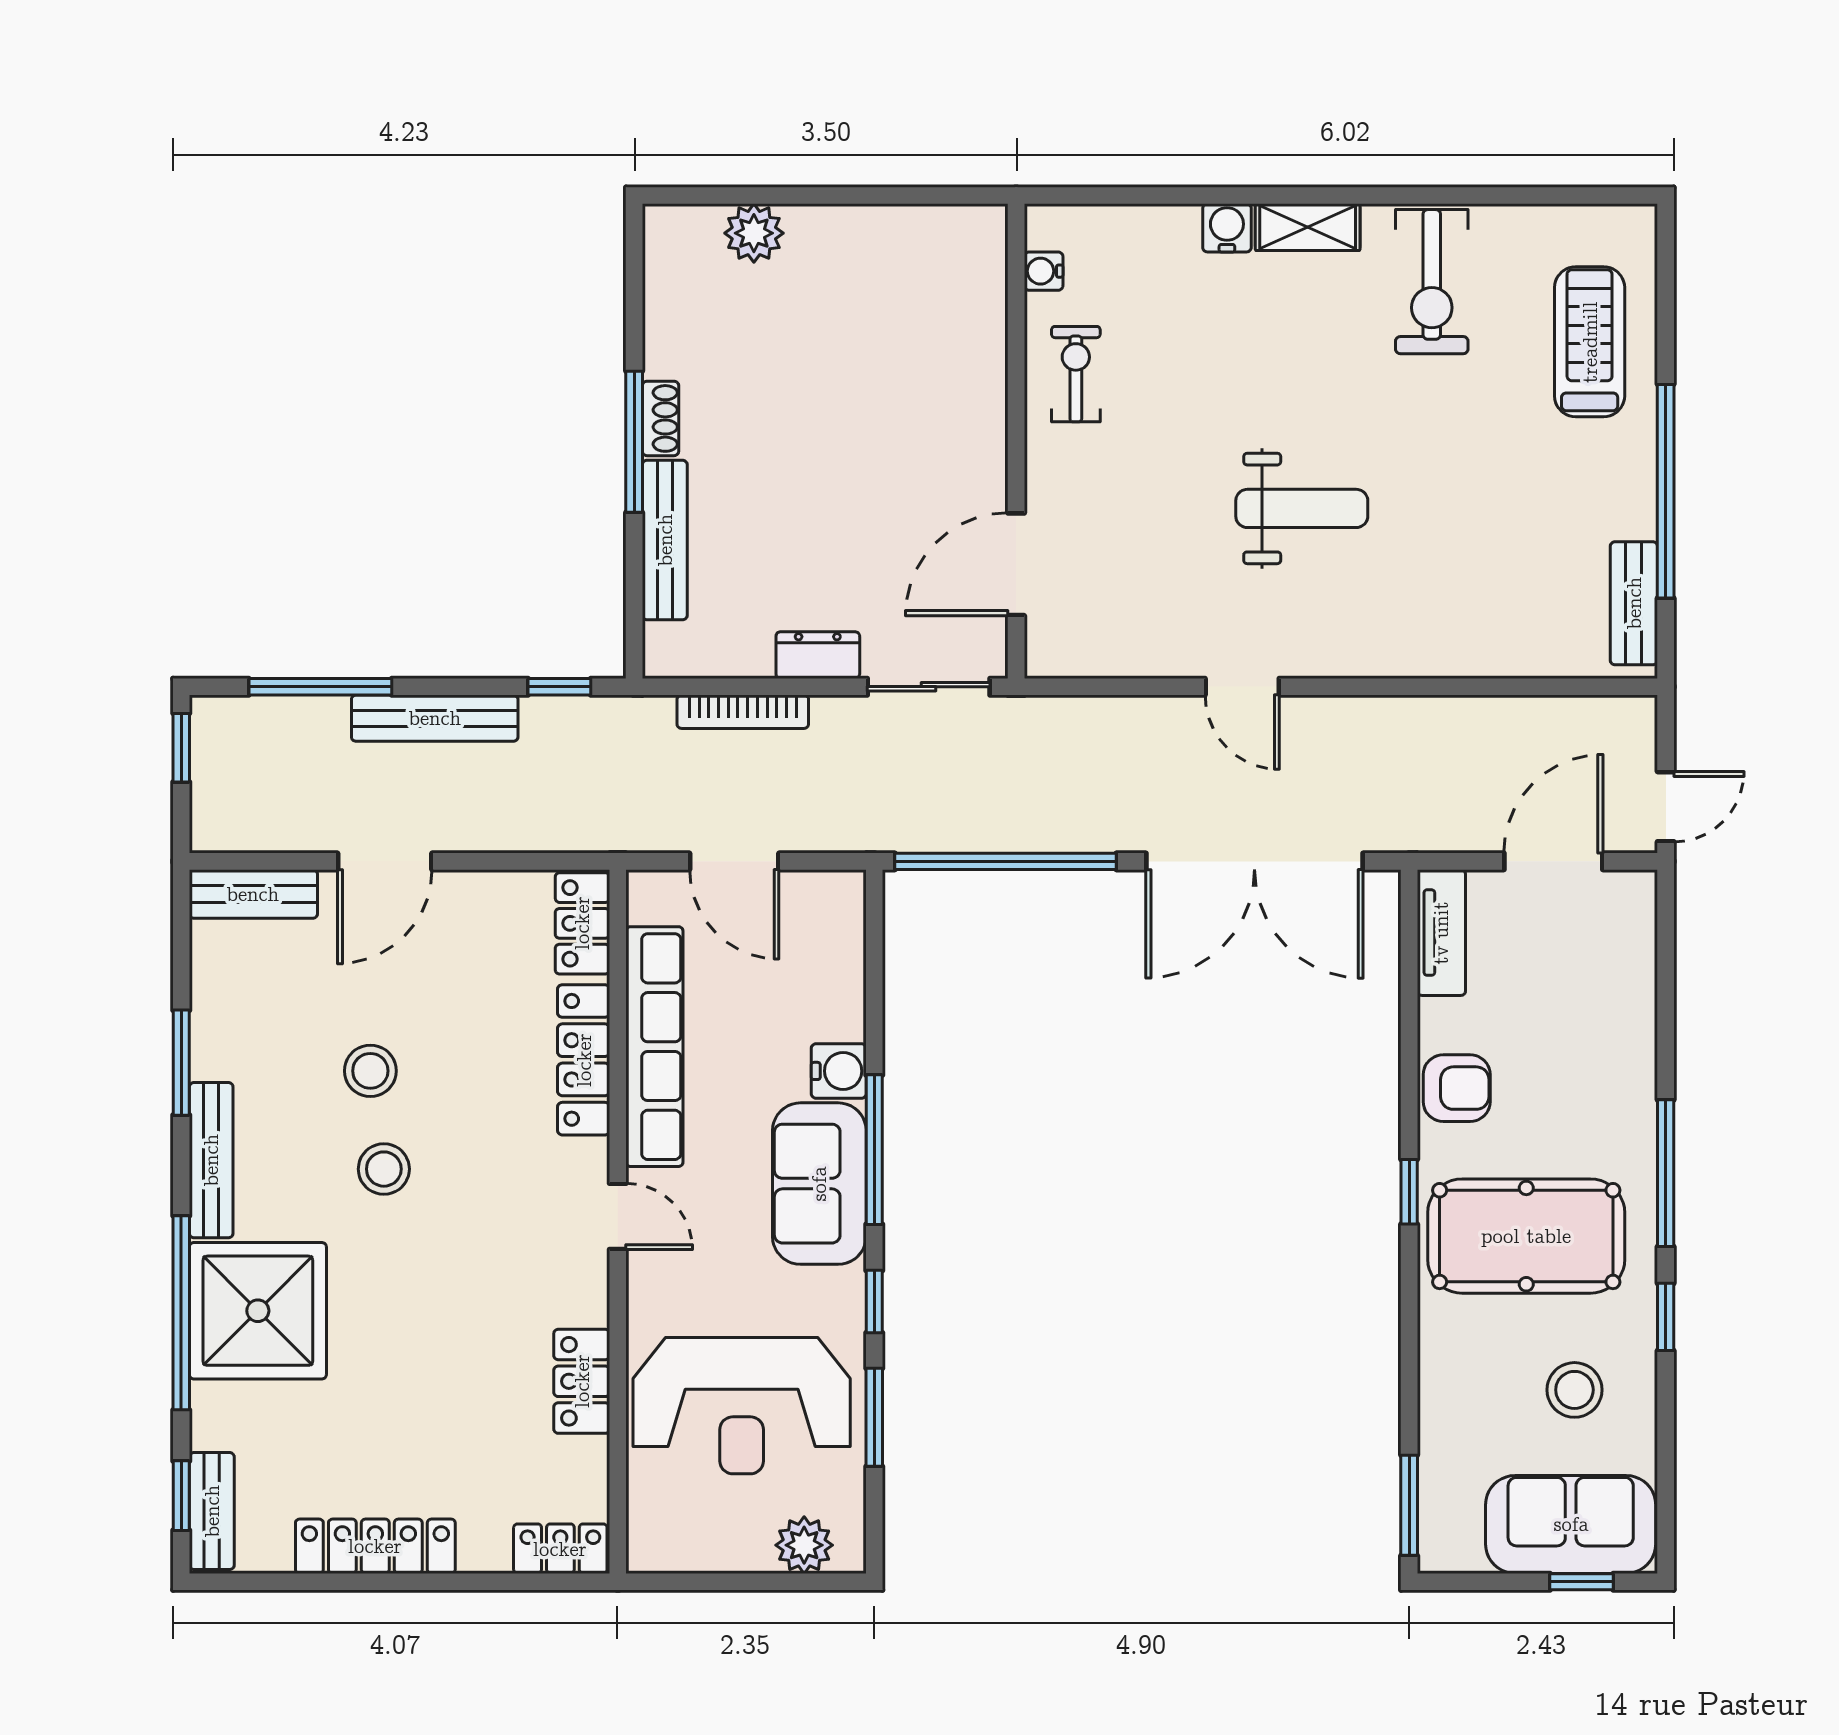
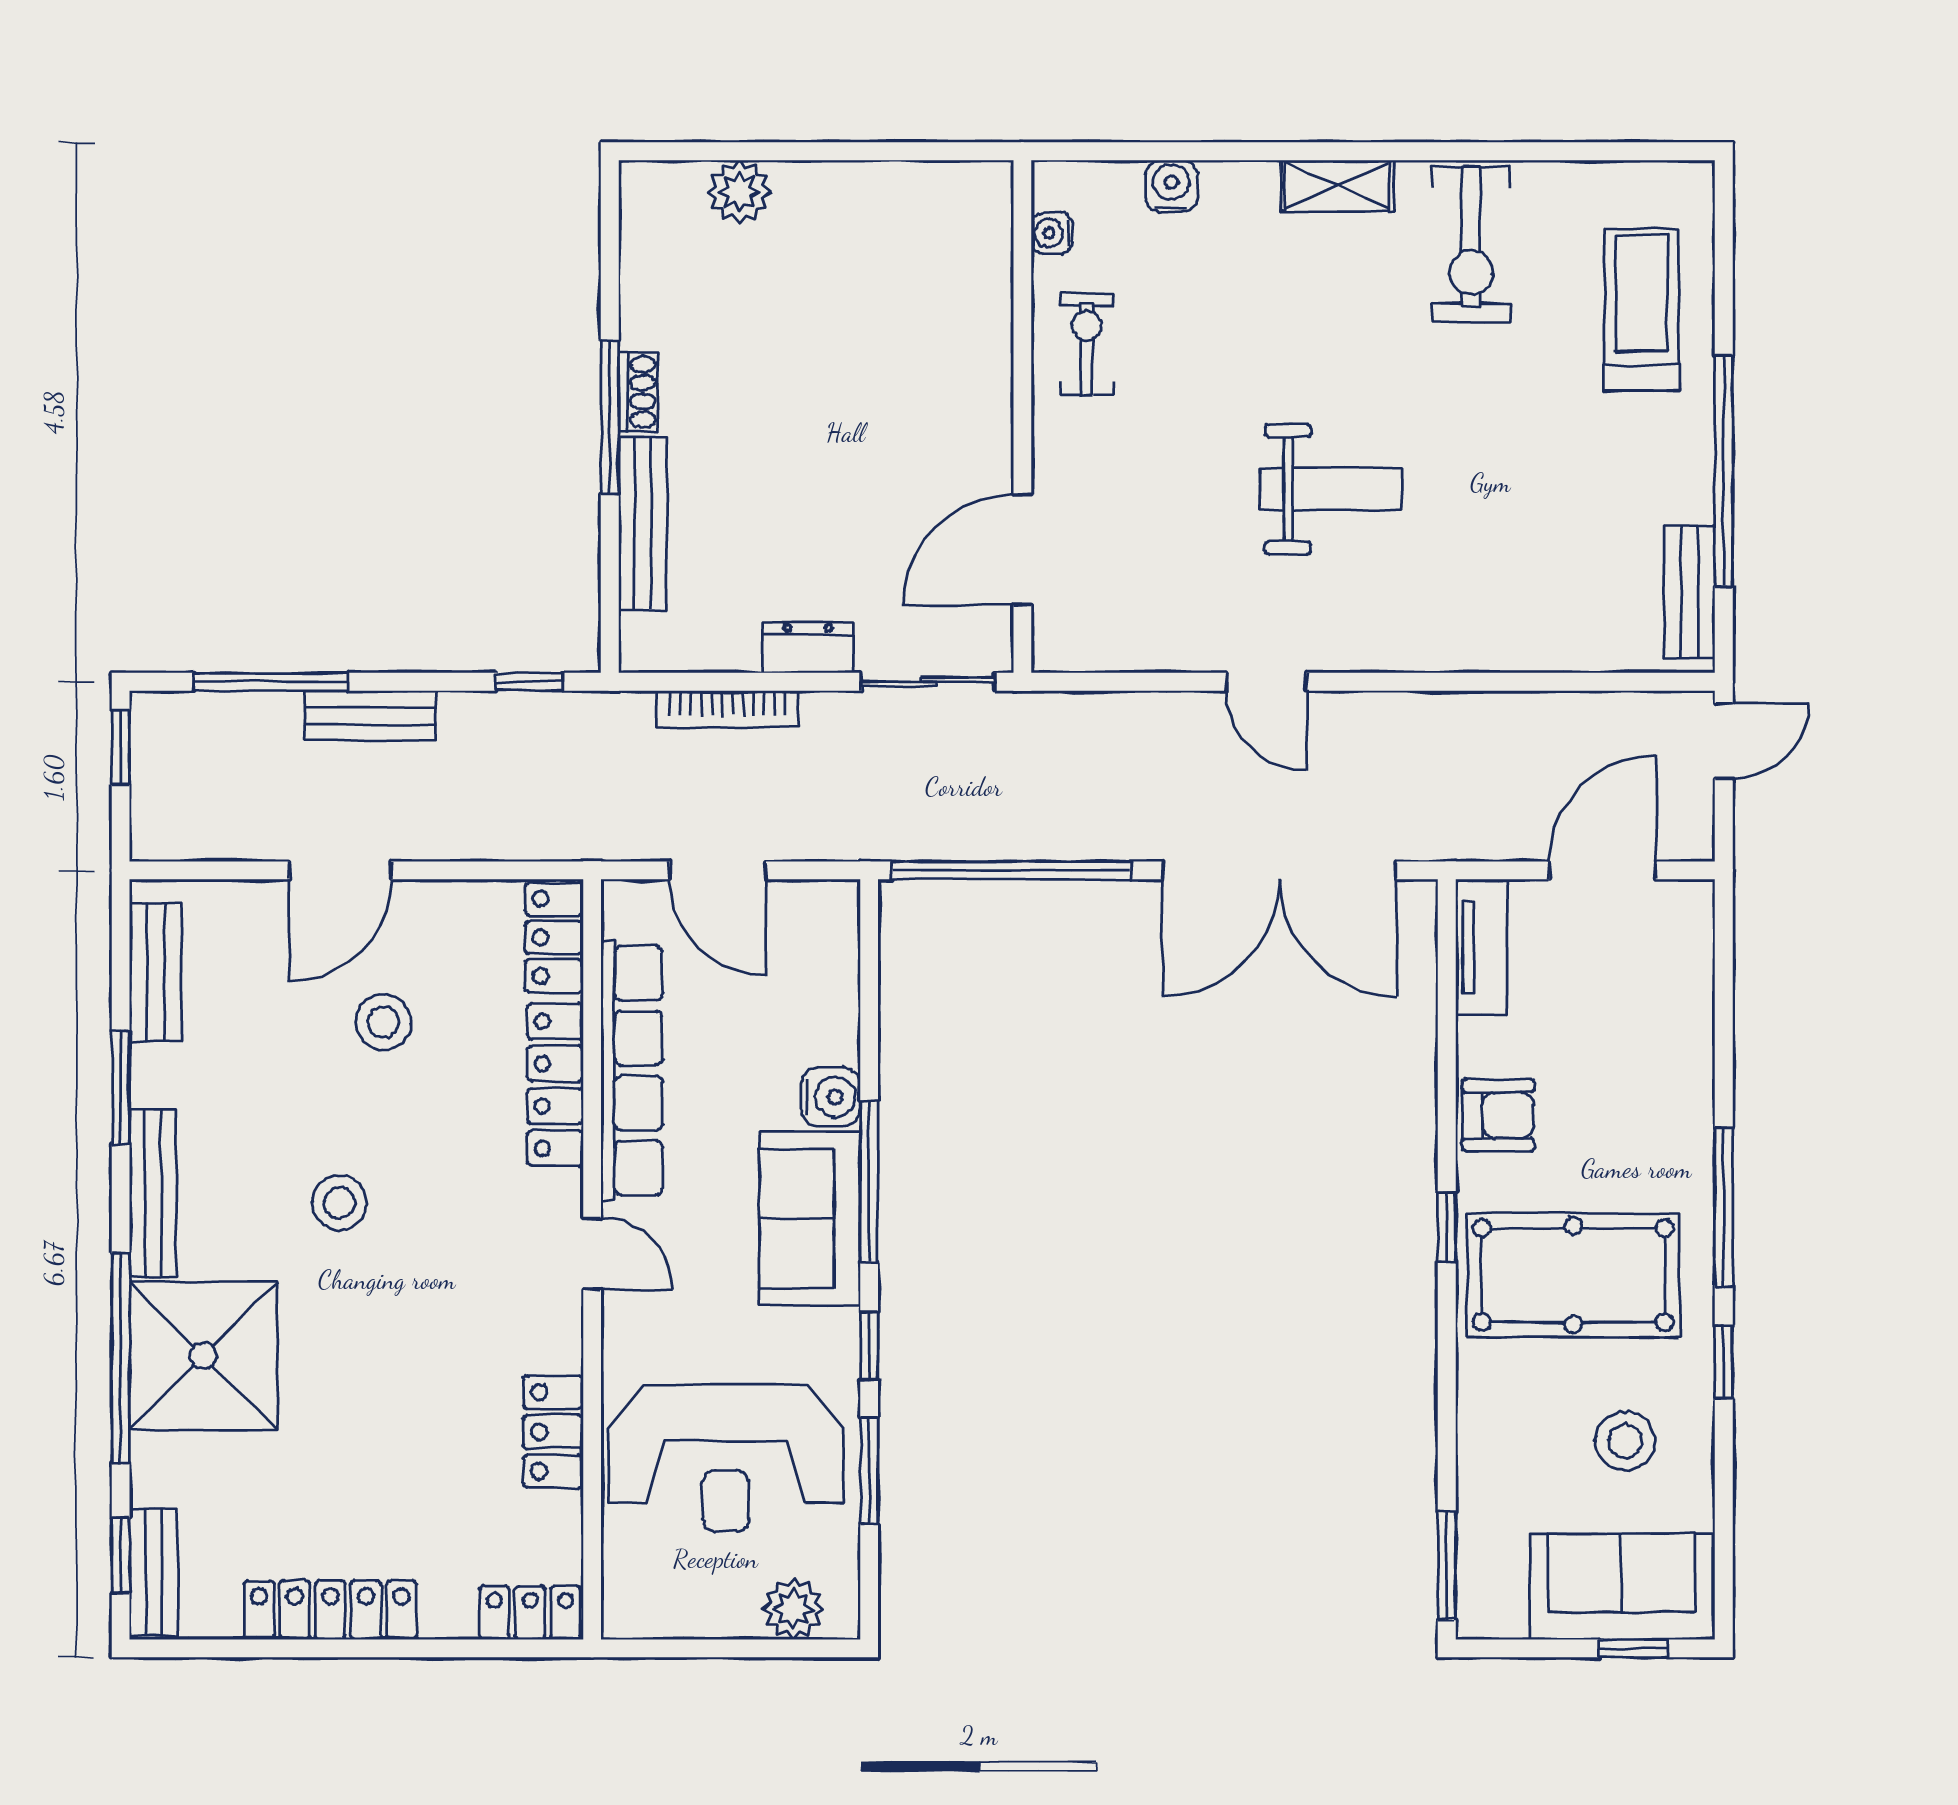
water cooler: (1227, 228) -> (1171, 186), moved
bench: (435, 718) -> (370, 716), width x0.73
door: (1666, 807) -> (1724, 741), moved
bench: (253, 894) -> (156, 972), moved, turned 90
stool: (370, 1071) -> (383, 1022), moved

